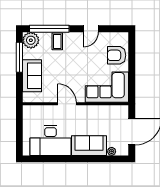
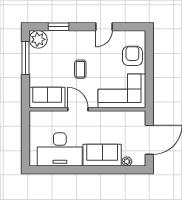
window: (49, 29) -> (58, 27), width x0.47
coffee table: (57, 41) -> (80, 69), moved
armchair: (117, 55) -> (132, 56), turned 90
sofa: (32, 76) -> (47, 97), moved, turned -90

